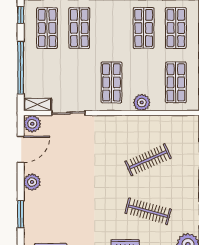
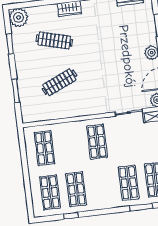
plant: (142, 102) -> (70, 128), removed

